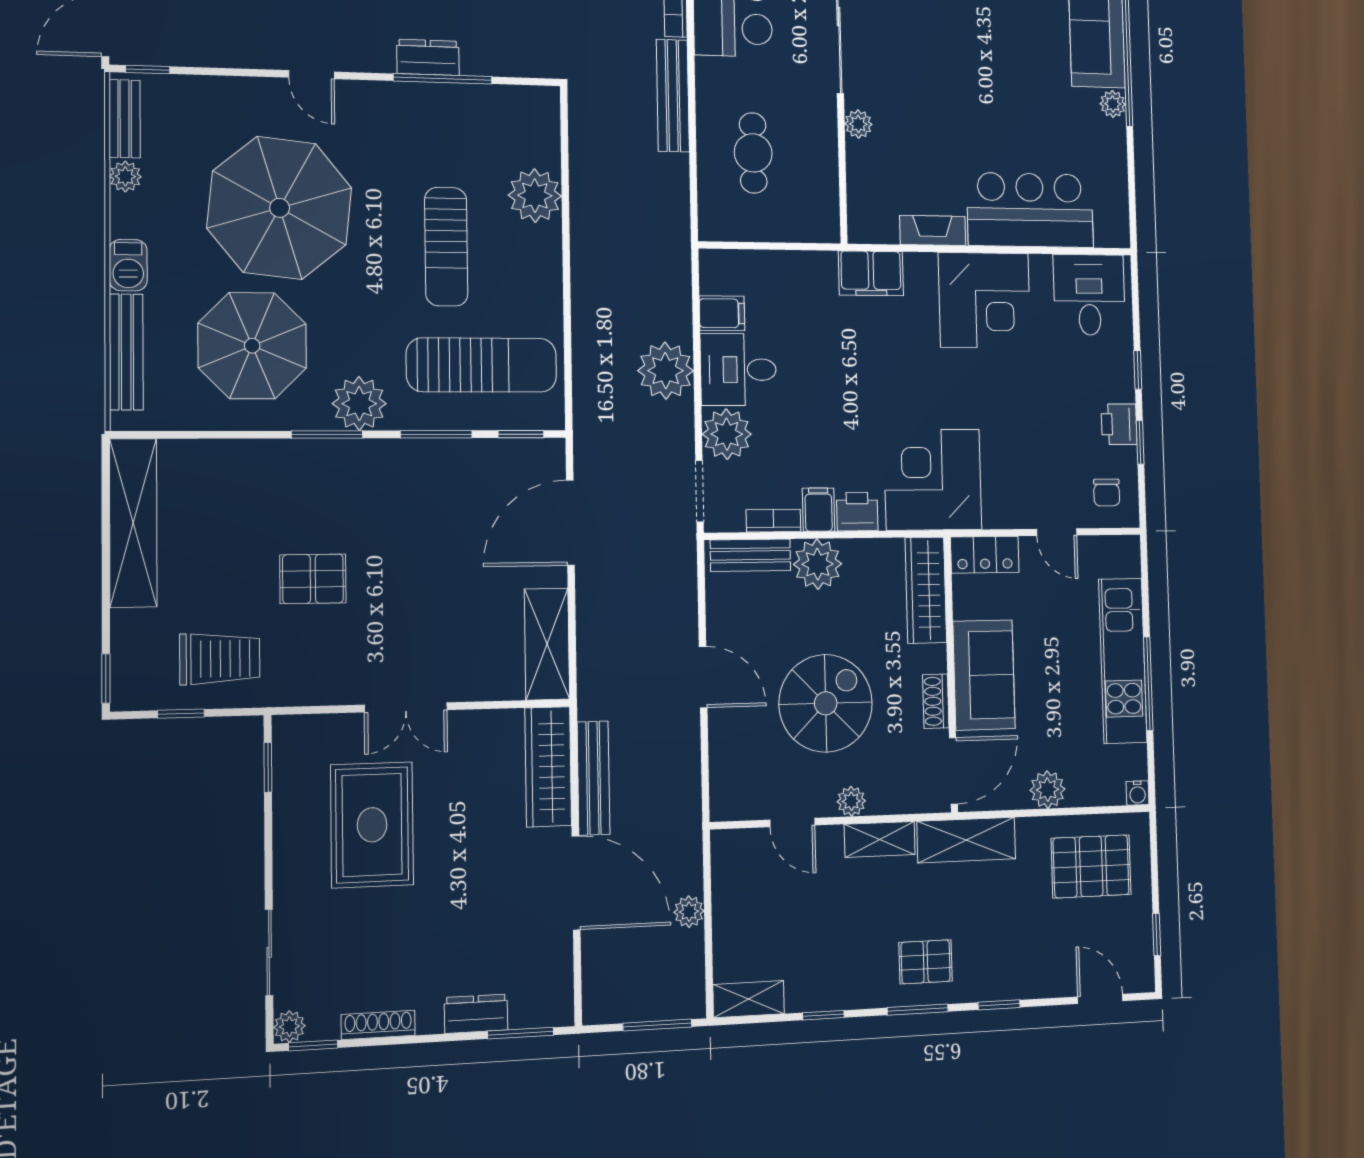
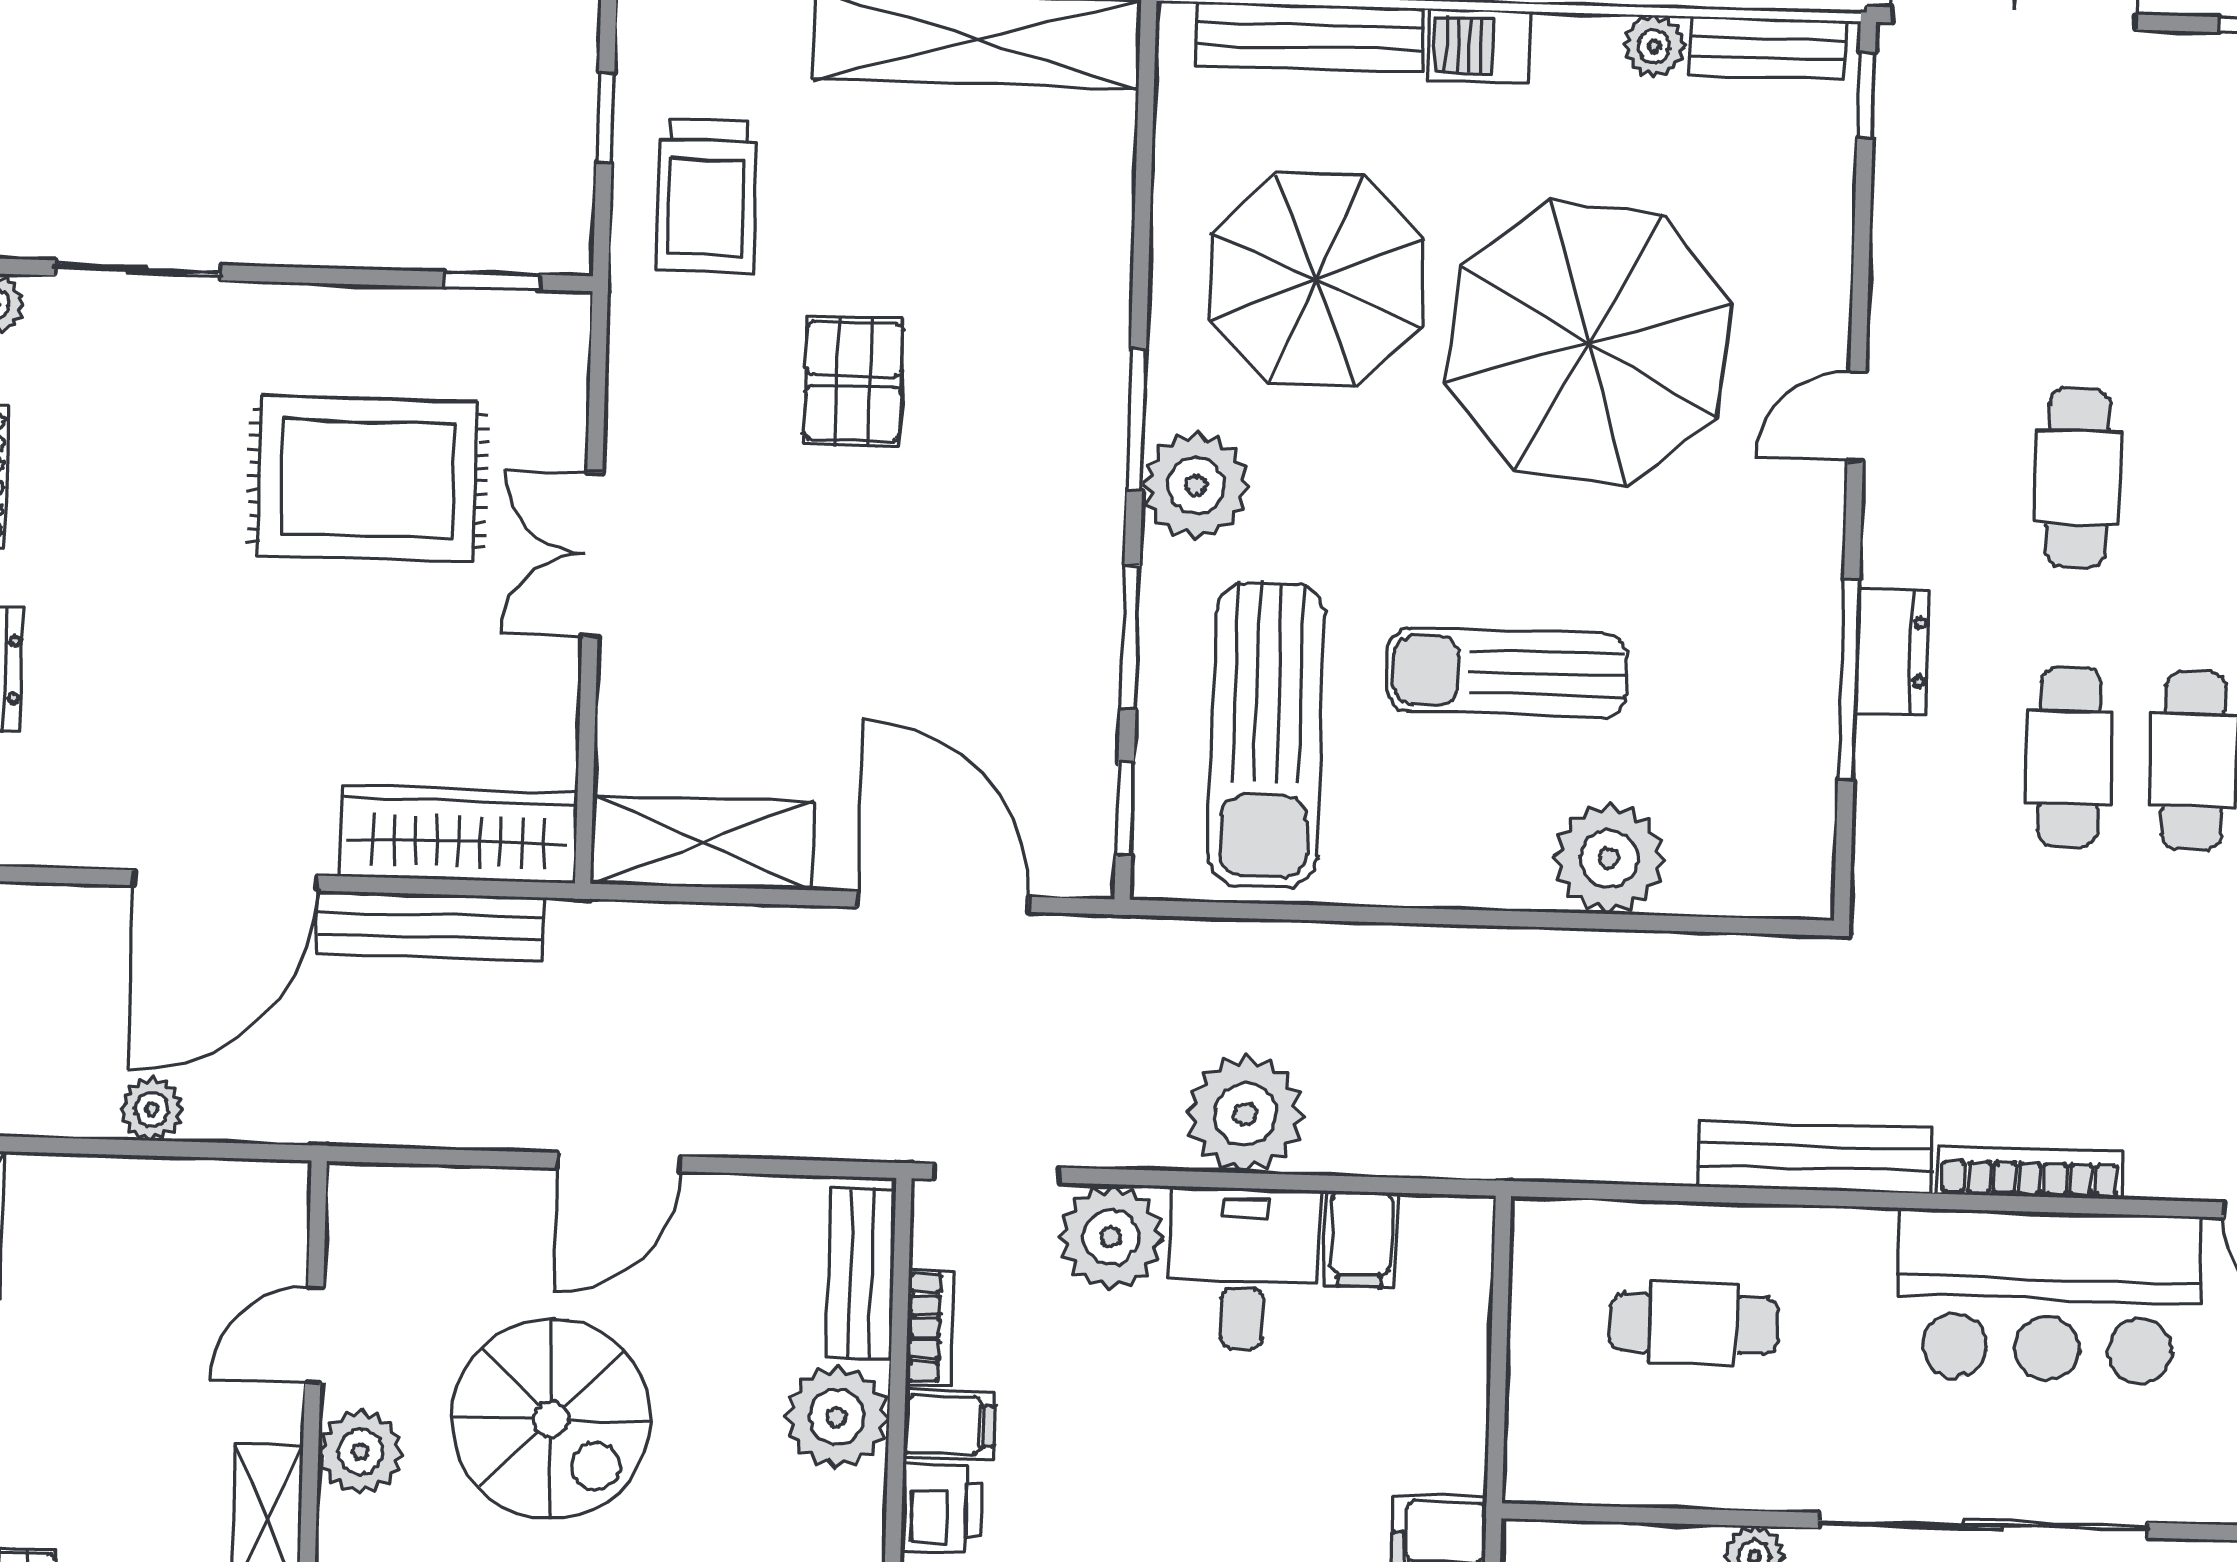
plant: (851, 801) -> (361, 1452), width x1.38, depth x1.38

